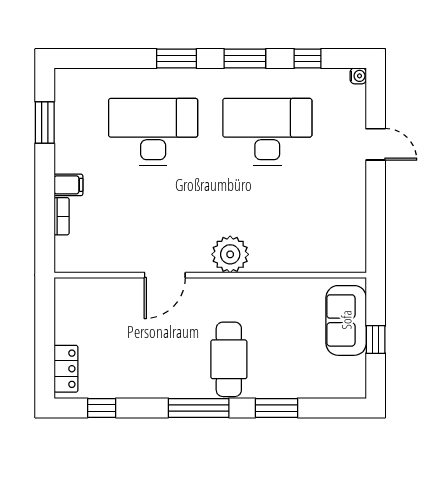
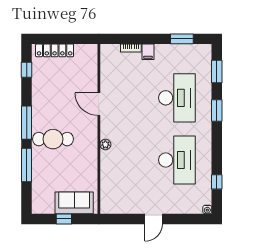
window: (245, 58) -> (217, 72), moved
door: (376, 144) -> (154, 219), moved
plant: (230, 254) -> (105, 144), width x0.53, depth x0.53
locker: (66, 369) -> (55, 50), width x1.53
window: (276, 408) -> (27, 165), width x1.44

